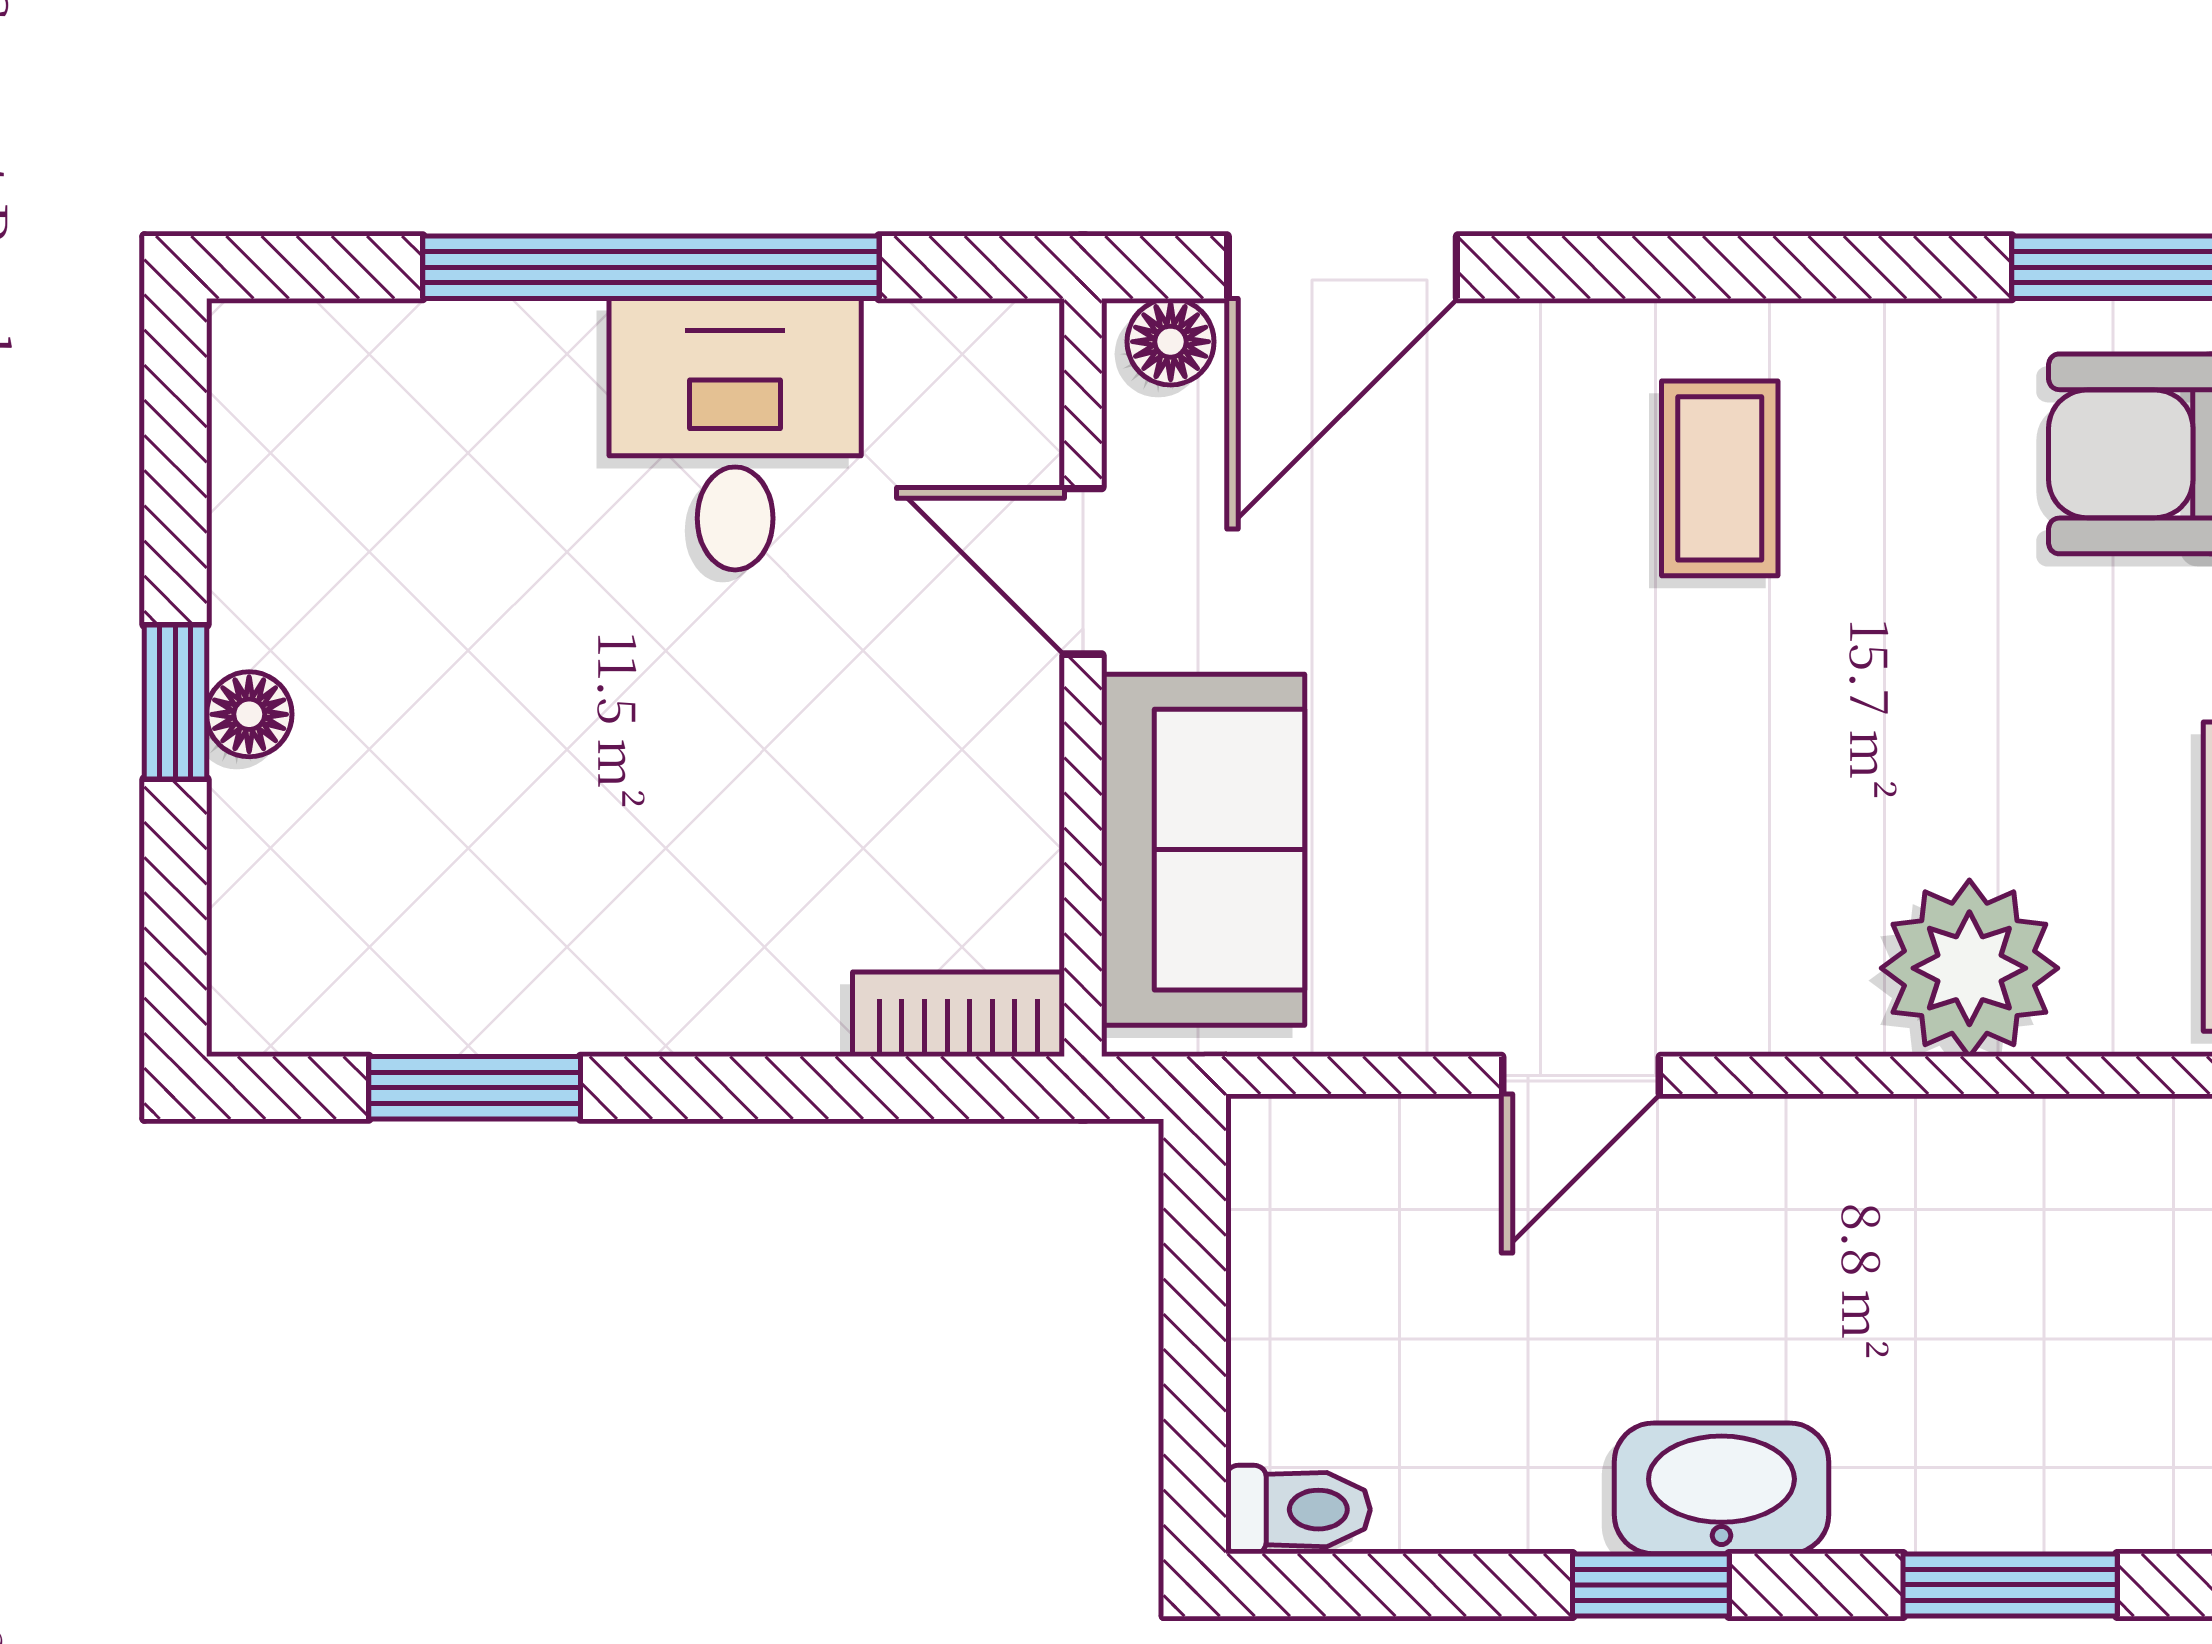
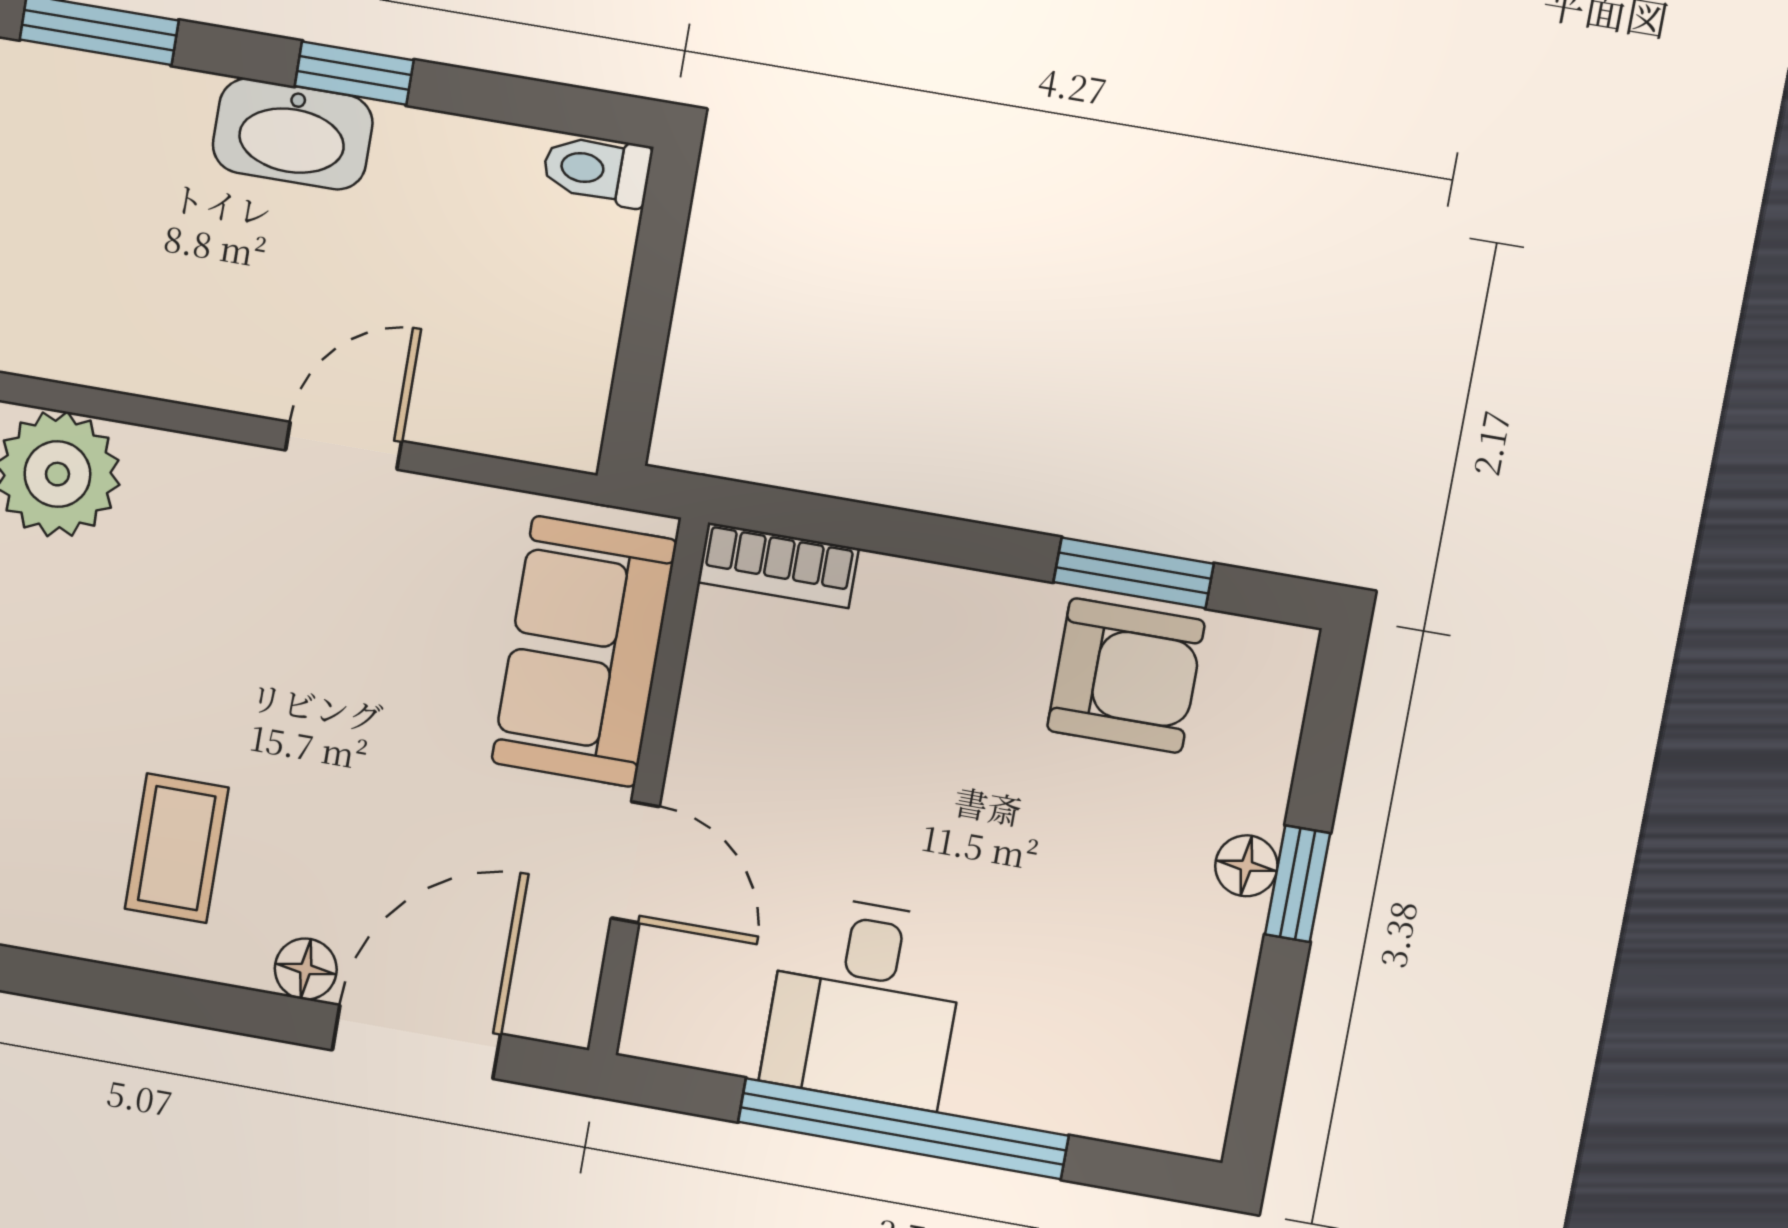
floor lamp: (1171, 342) -> (306, 969), moved
armchair: (460, 946) -> (1126, 676), added

